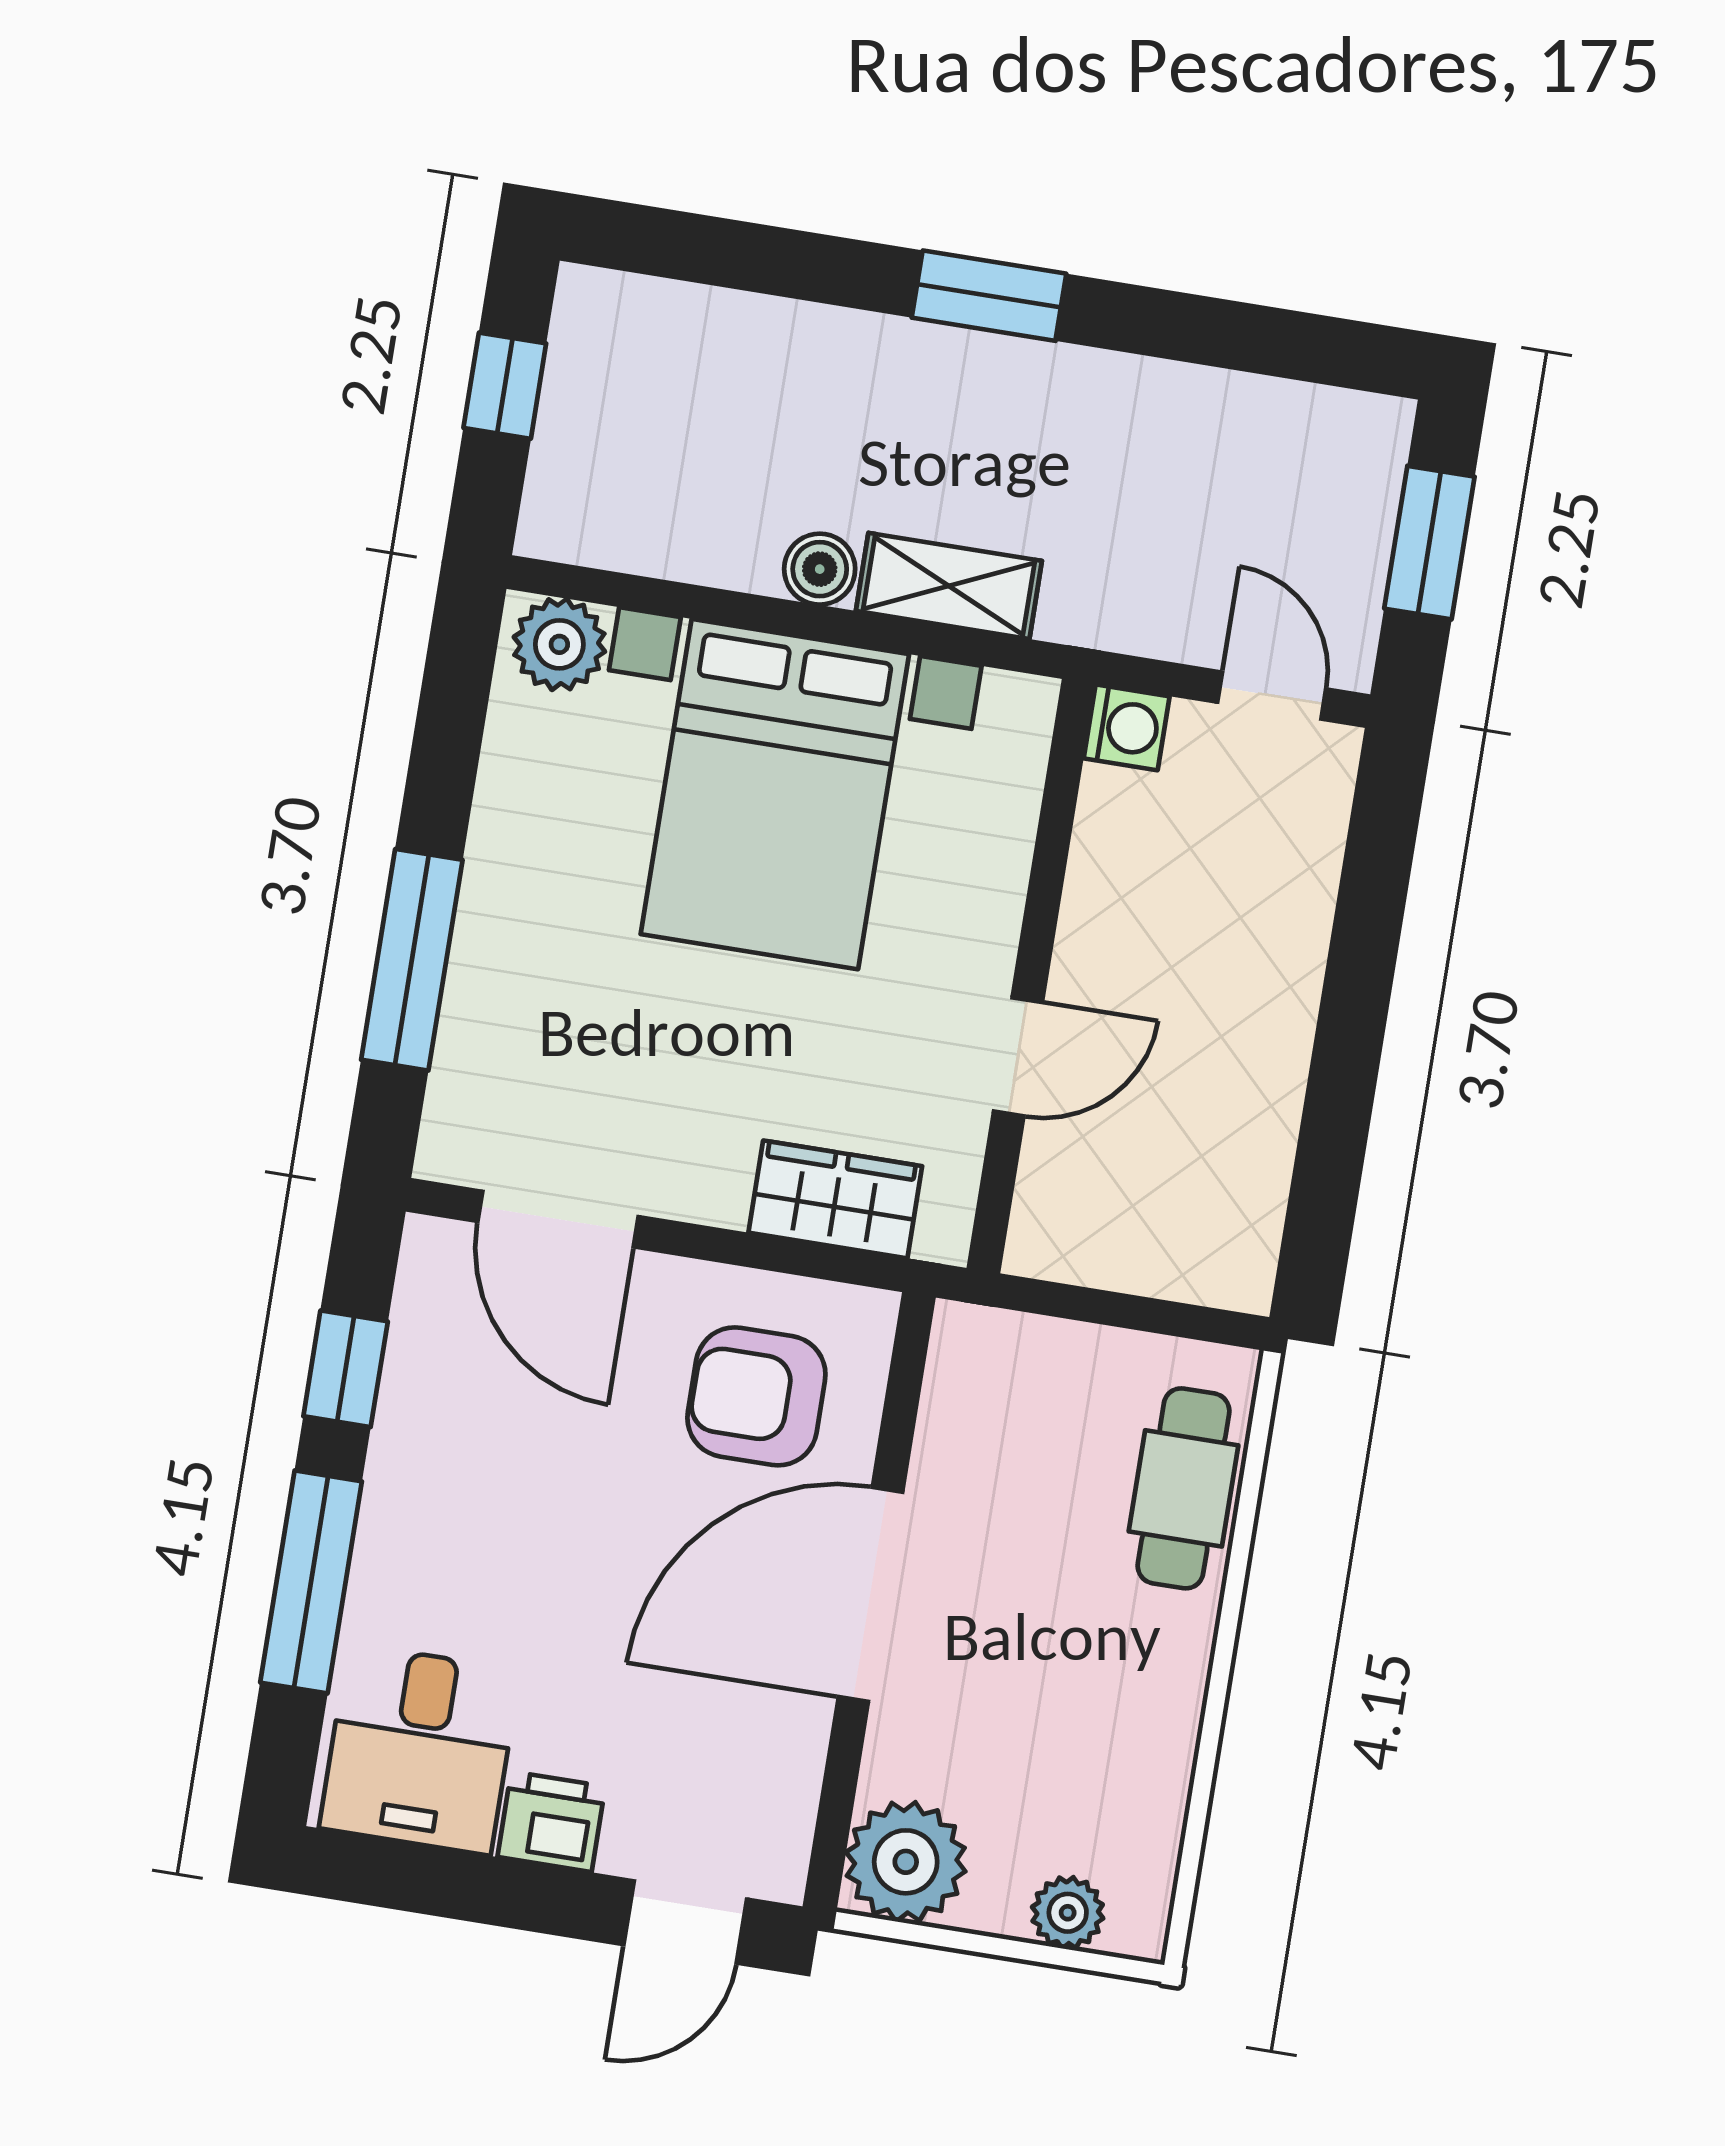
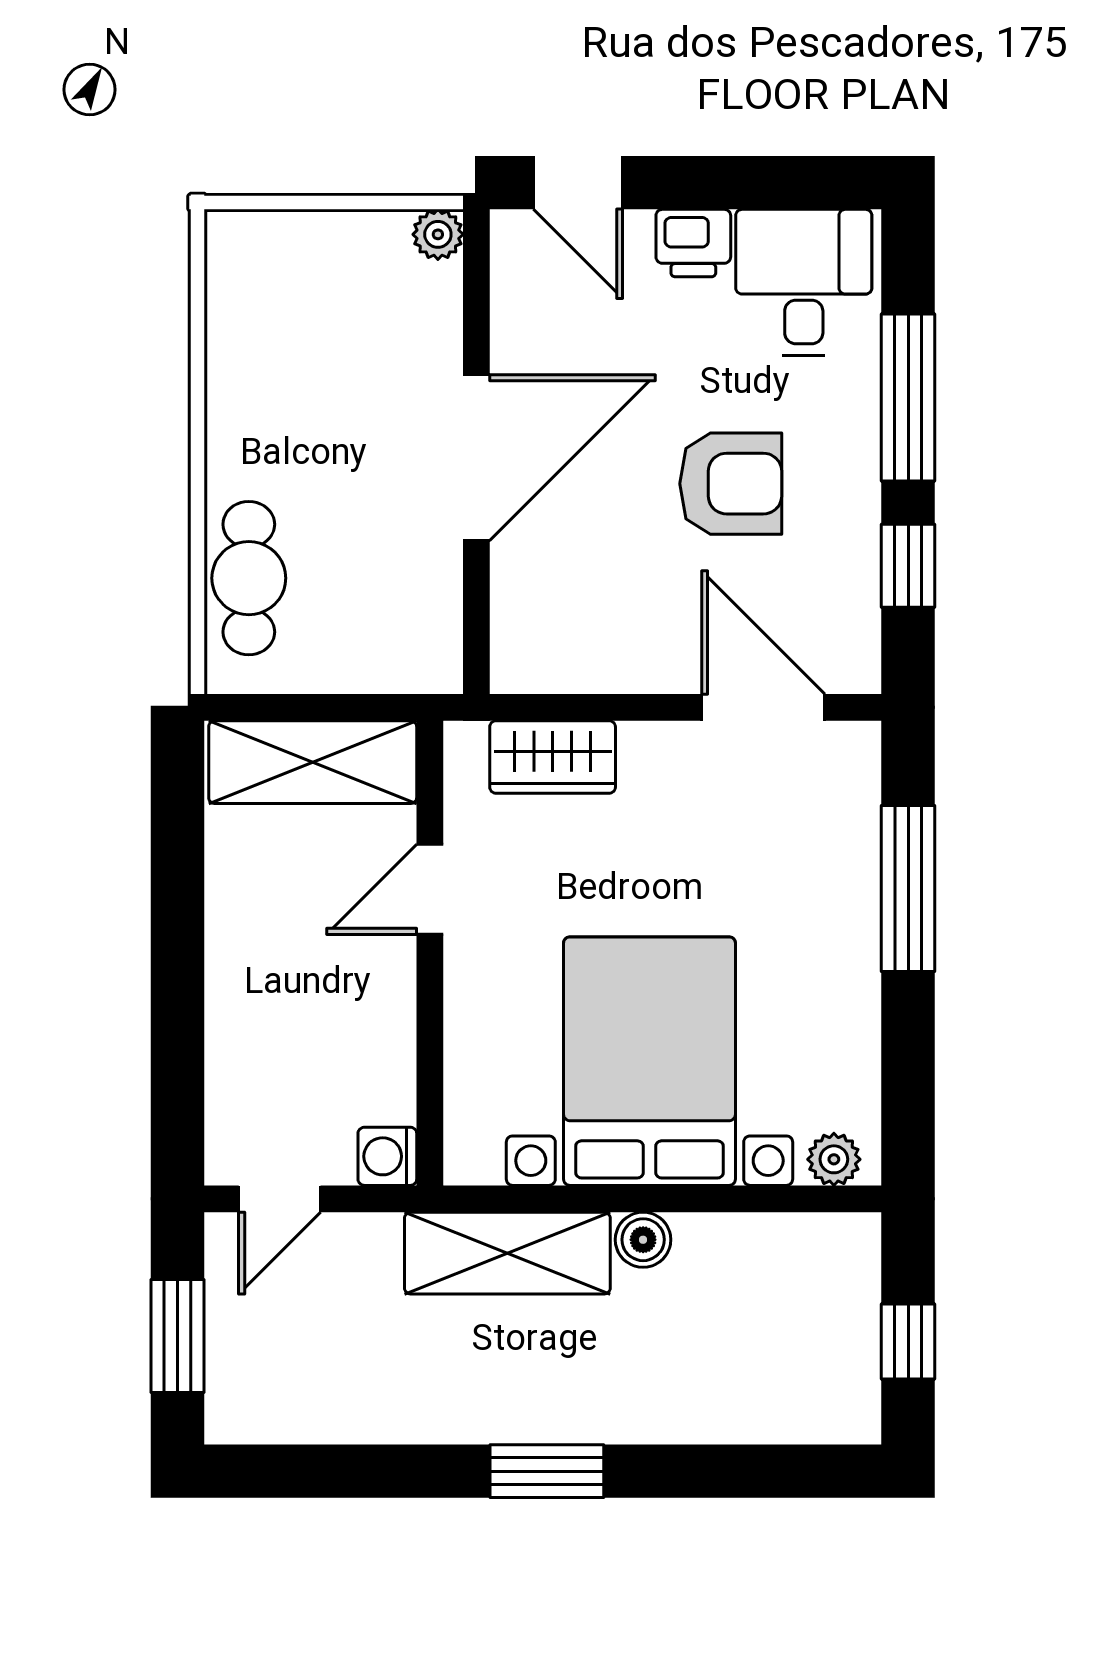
shelving: (949, 586) -> (507, 1253), width x1.50, depth x1.33
plant: (559, 644) -> (834, 1159), width x0.73, depth x0.73
door: (1272, 696) -> (280, 1199), hinge flipped
shelving: (1140, 1242) -> (313, 762), added
armchair: (756, 1396) -> (731, 484), moved
plant: (906, 1862) -> (438, 234), width x0.53, depth x0.53
plant: (1068, 1913) -> (285, 237), removed
door: (685, 1922) -> (578, 183), swing flipped

